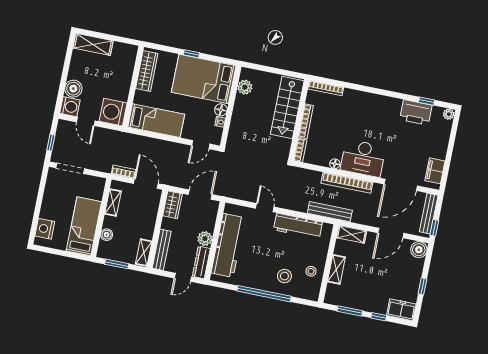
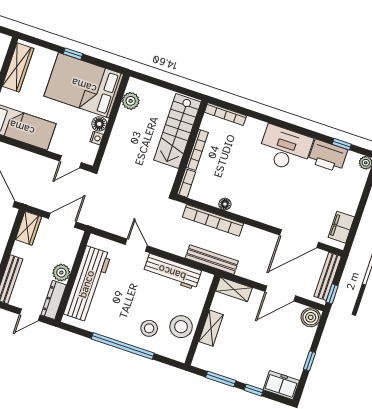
desk: (363, 158) -> (285, 149), moved, turned 180
bookcase: (347, 183) -> (213, 220), moved
stool: (311, 271) -> (181, 327), width x1.89, depth x1.89

